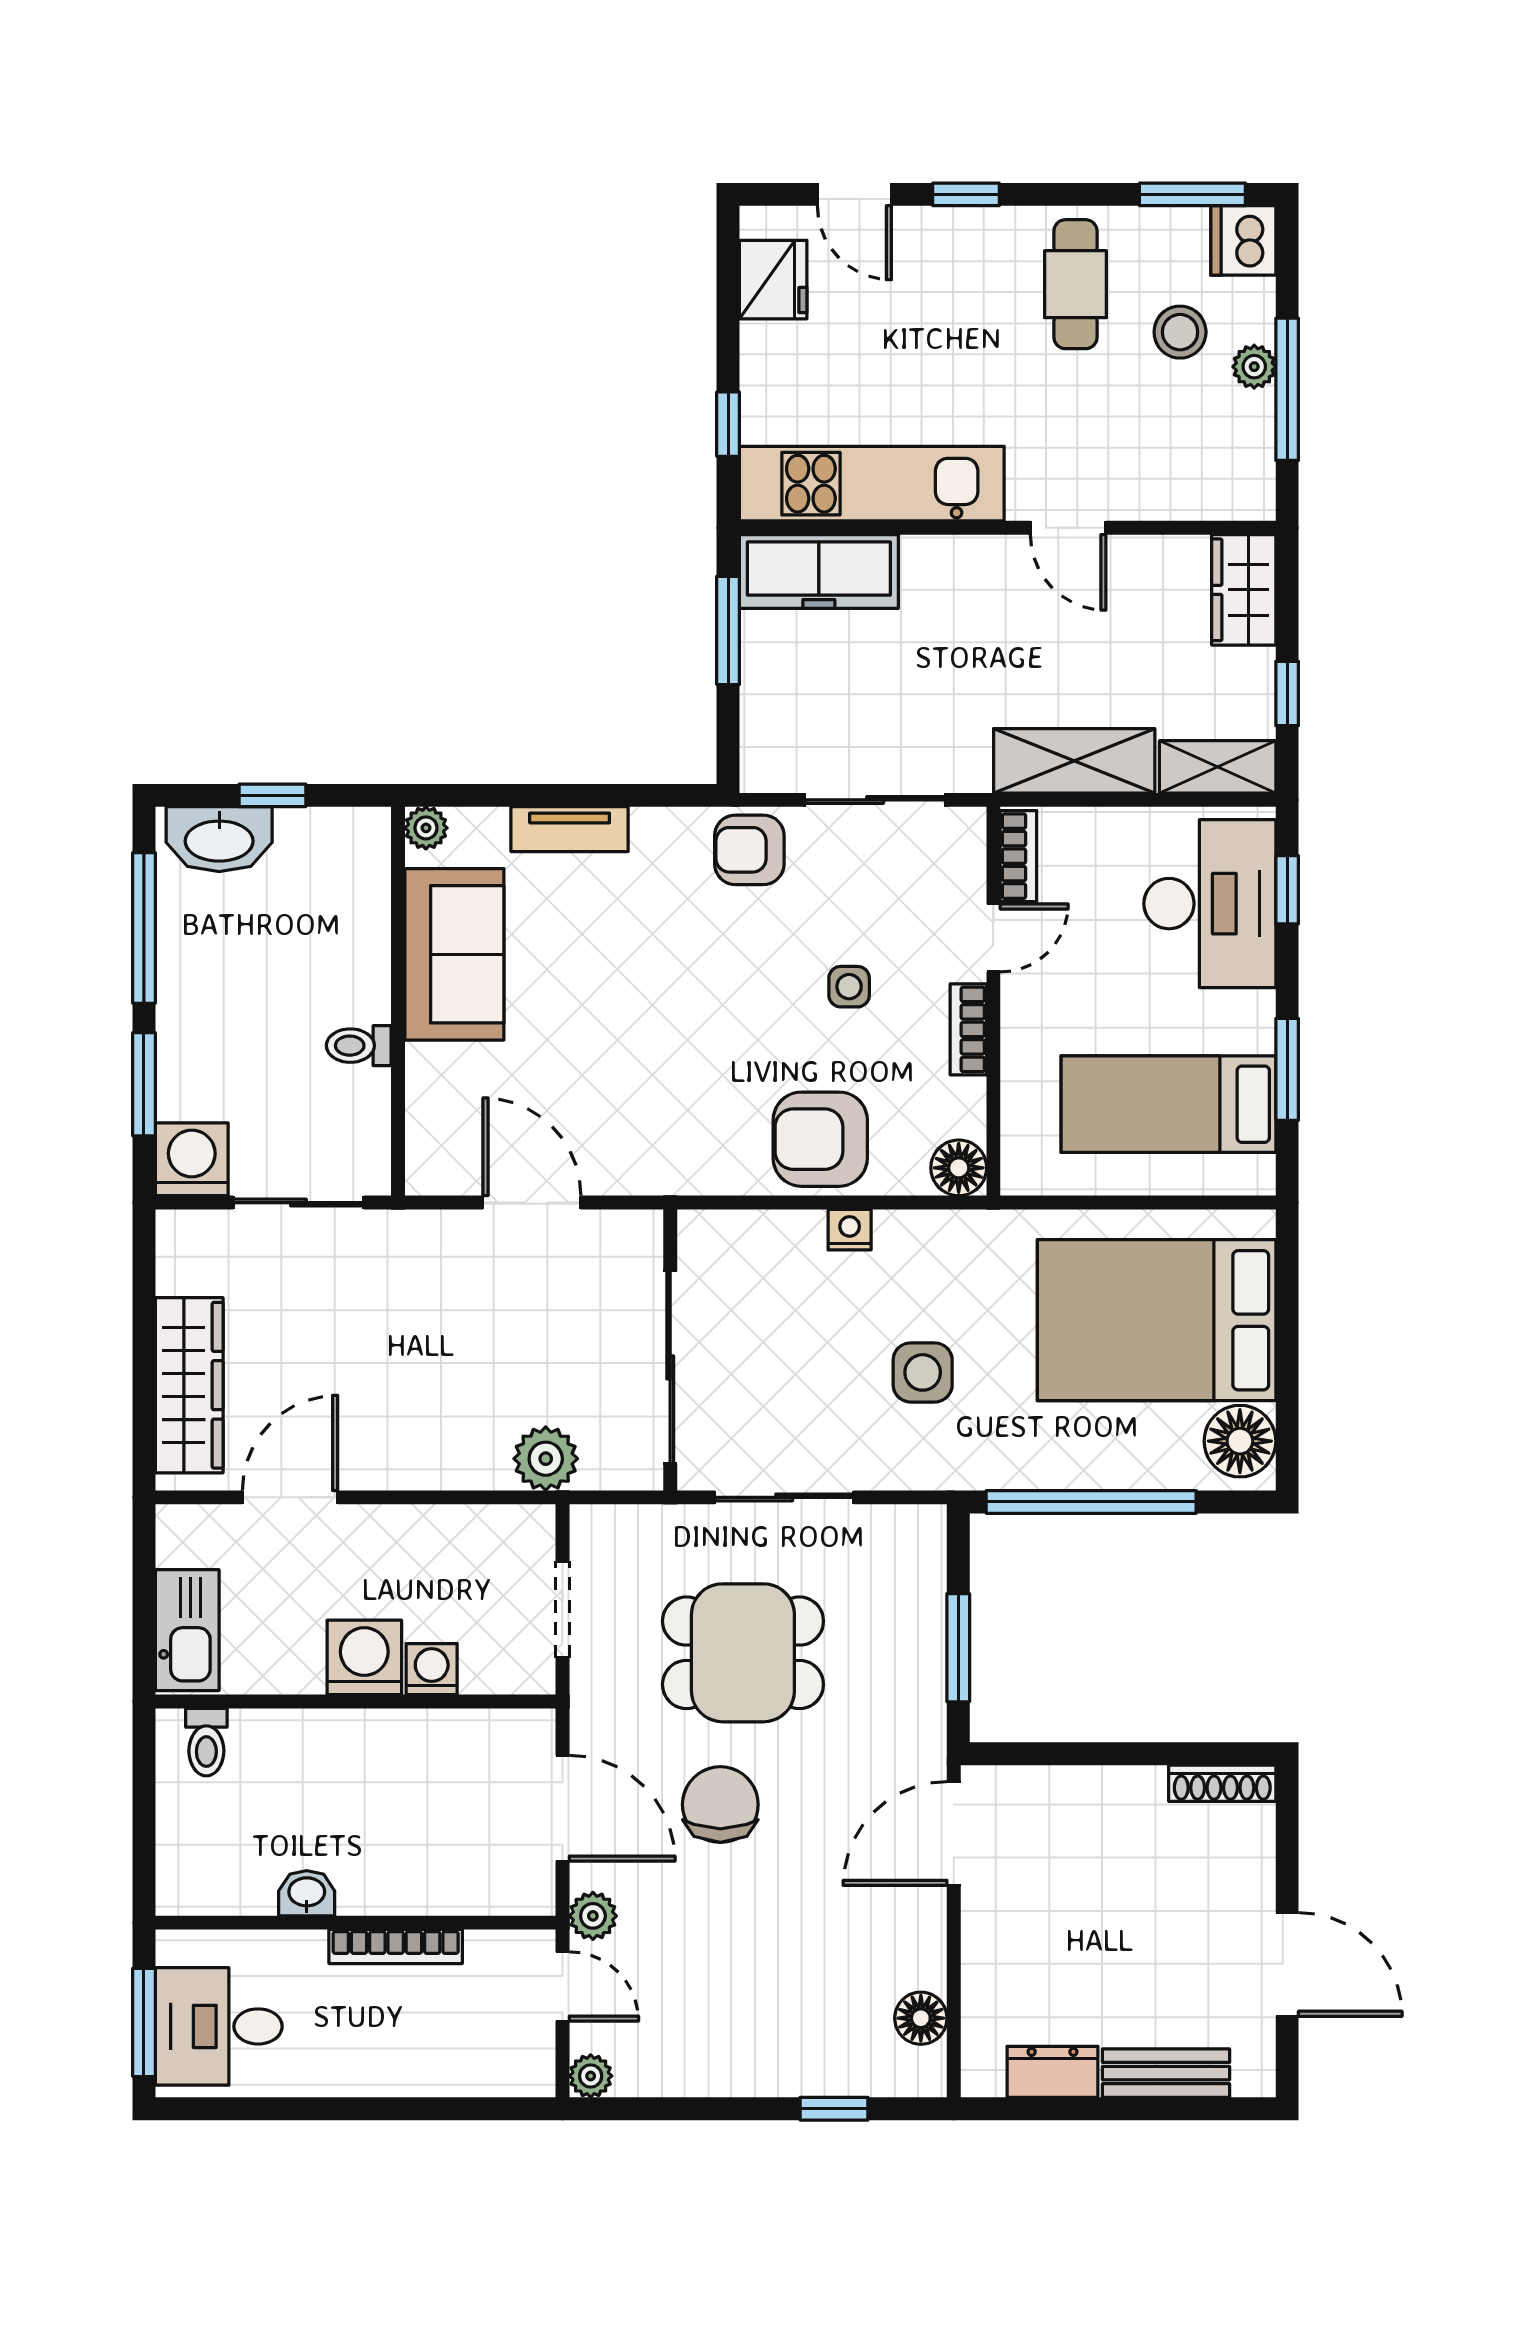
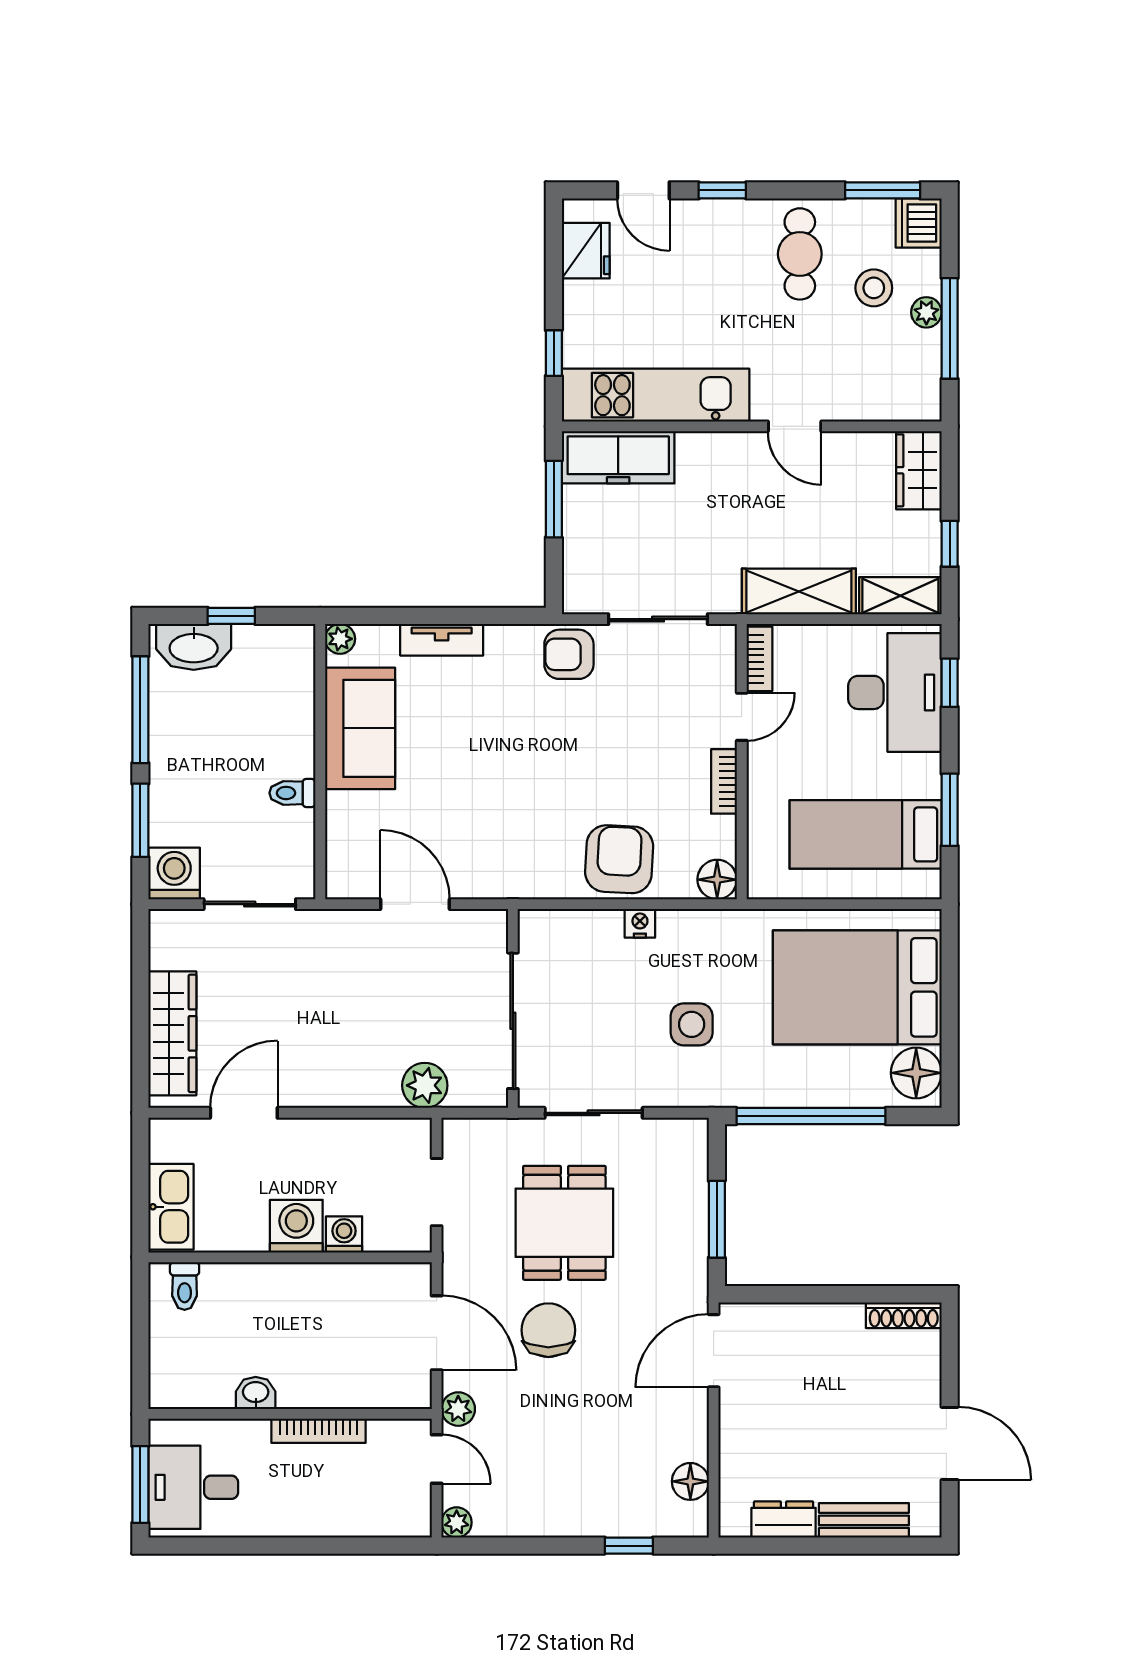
side table: (849, 987) -> (640, 751), removed
armchair: (820, 1139) -> (619, 859), turned 93
dining table: (743, 1653) -> (564, 1223), turned 90

